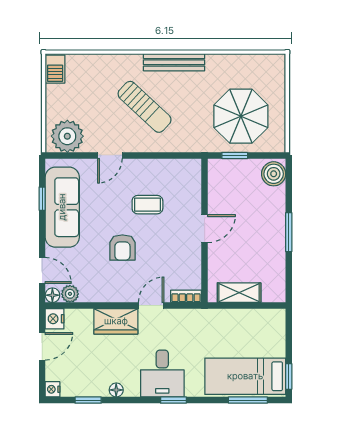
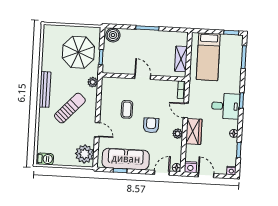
plant: (191, 144) -> (93, 82), added
armchair: (122, 248) -> (151, 125), turned -90
plant: (70, 294) -> (178, 134), moved
bed: (245, 376) -> (208, 57), moved

